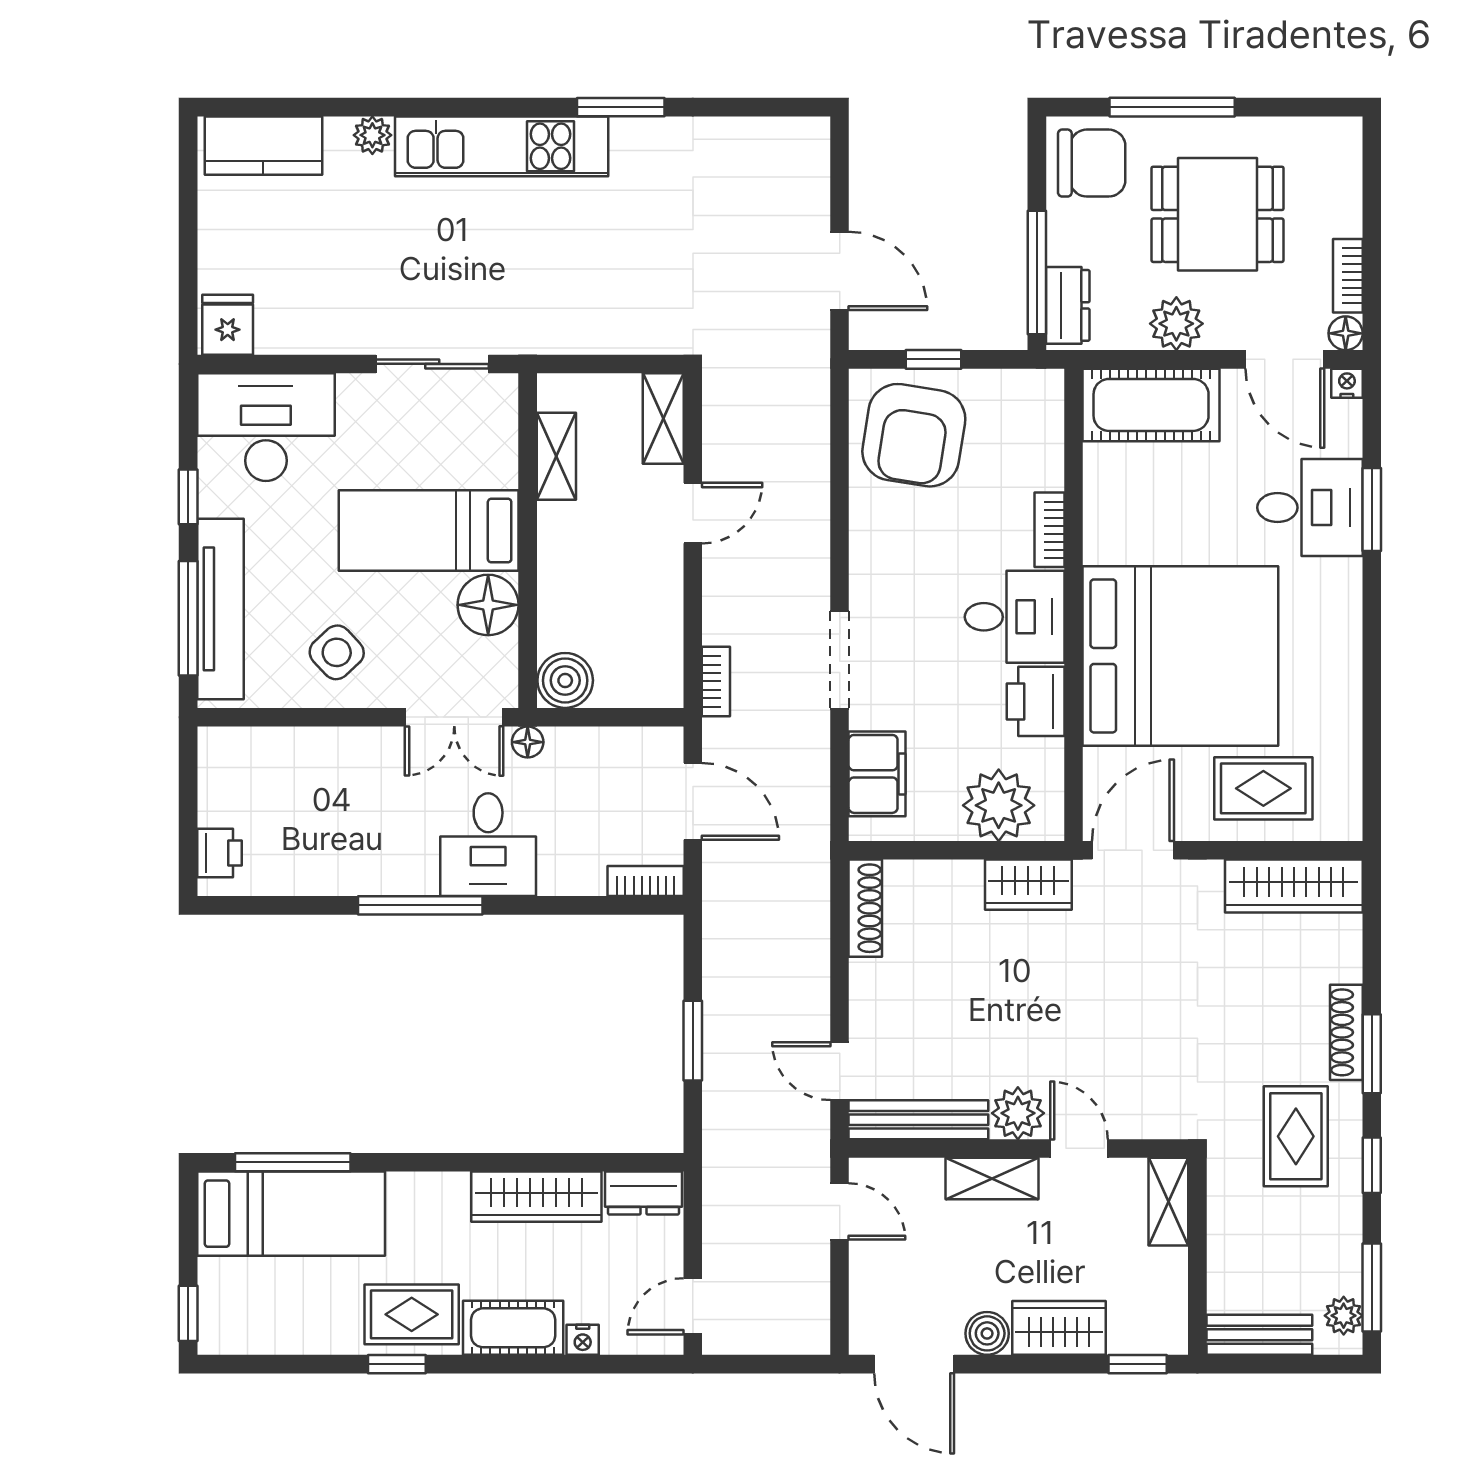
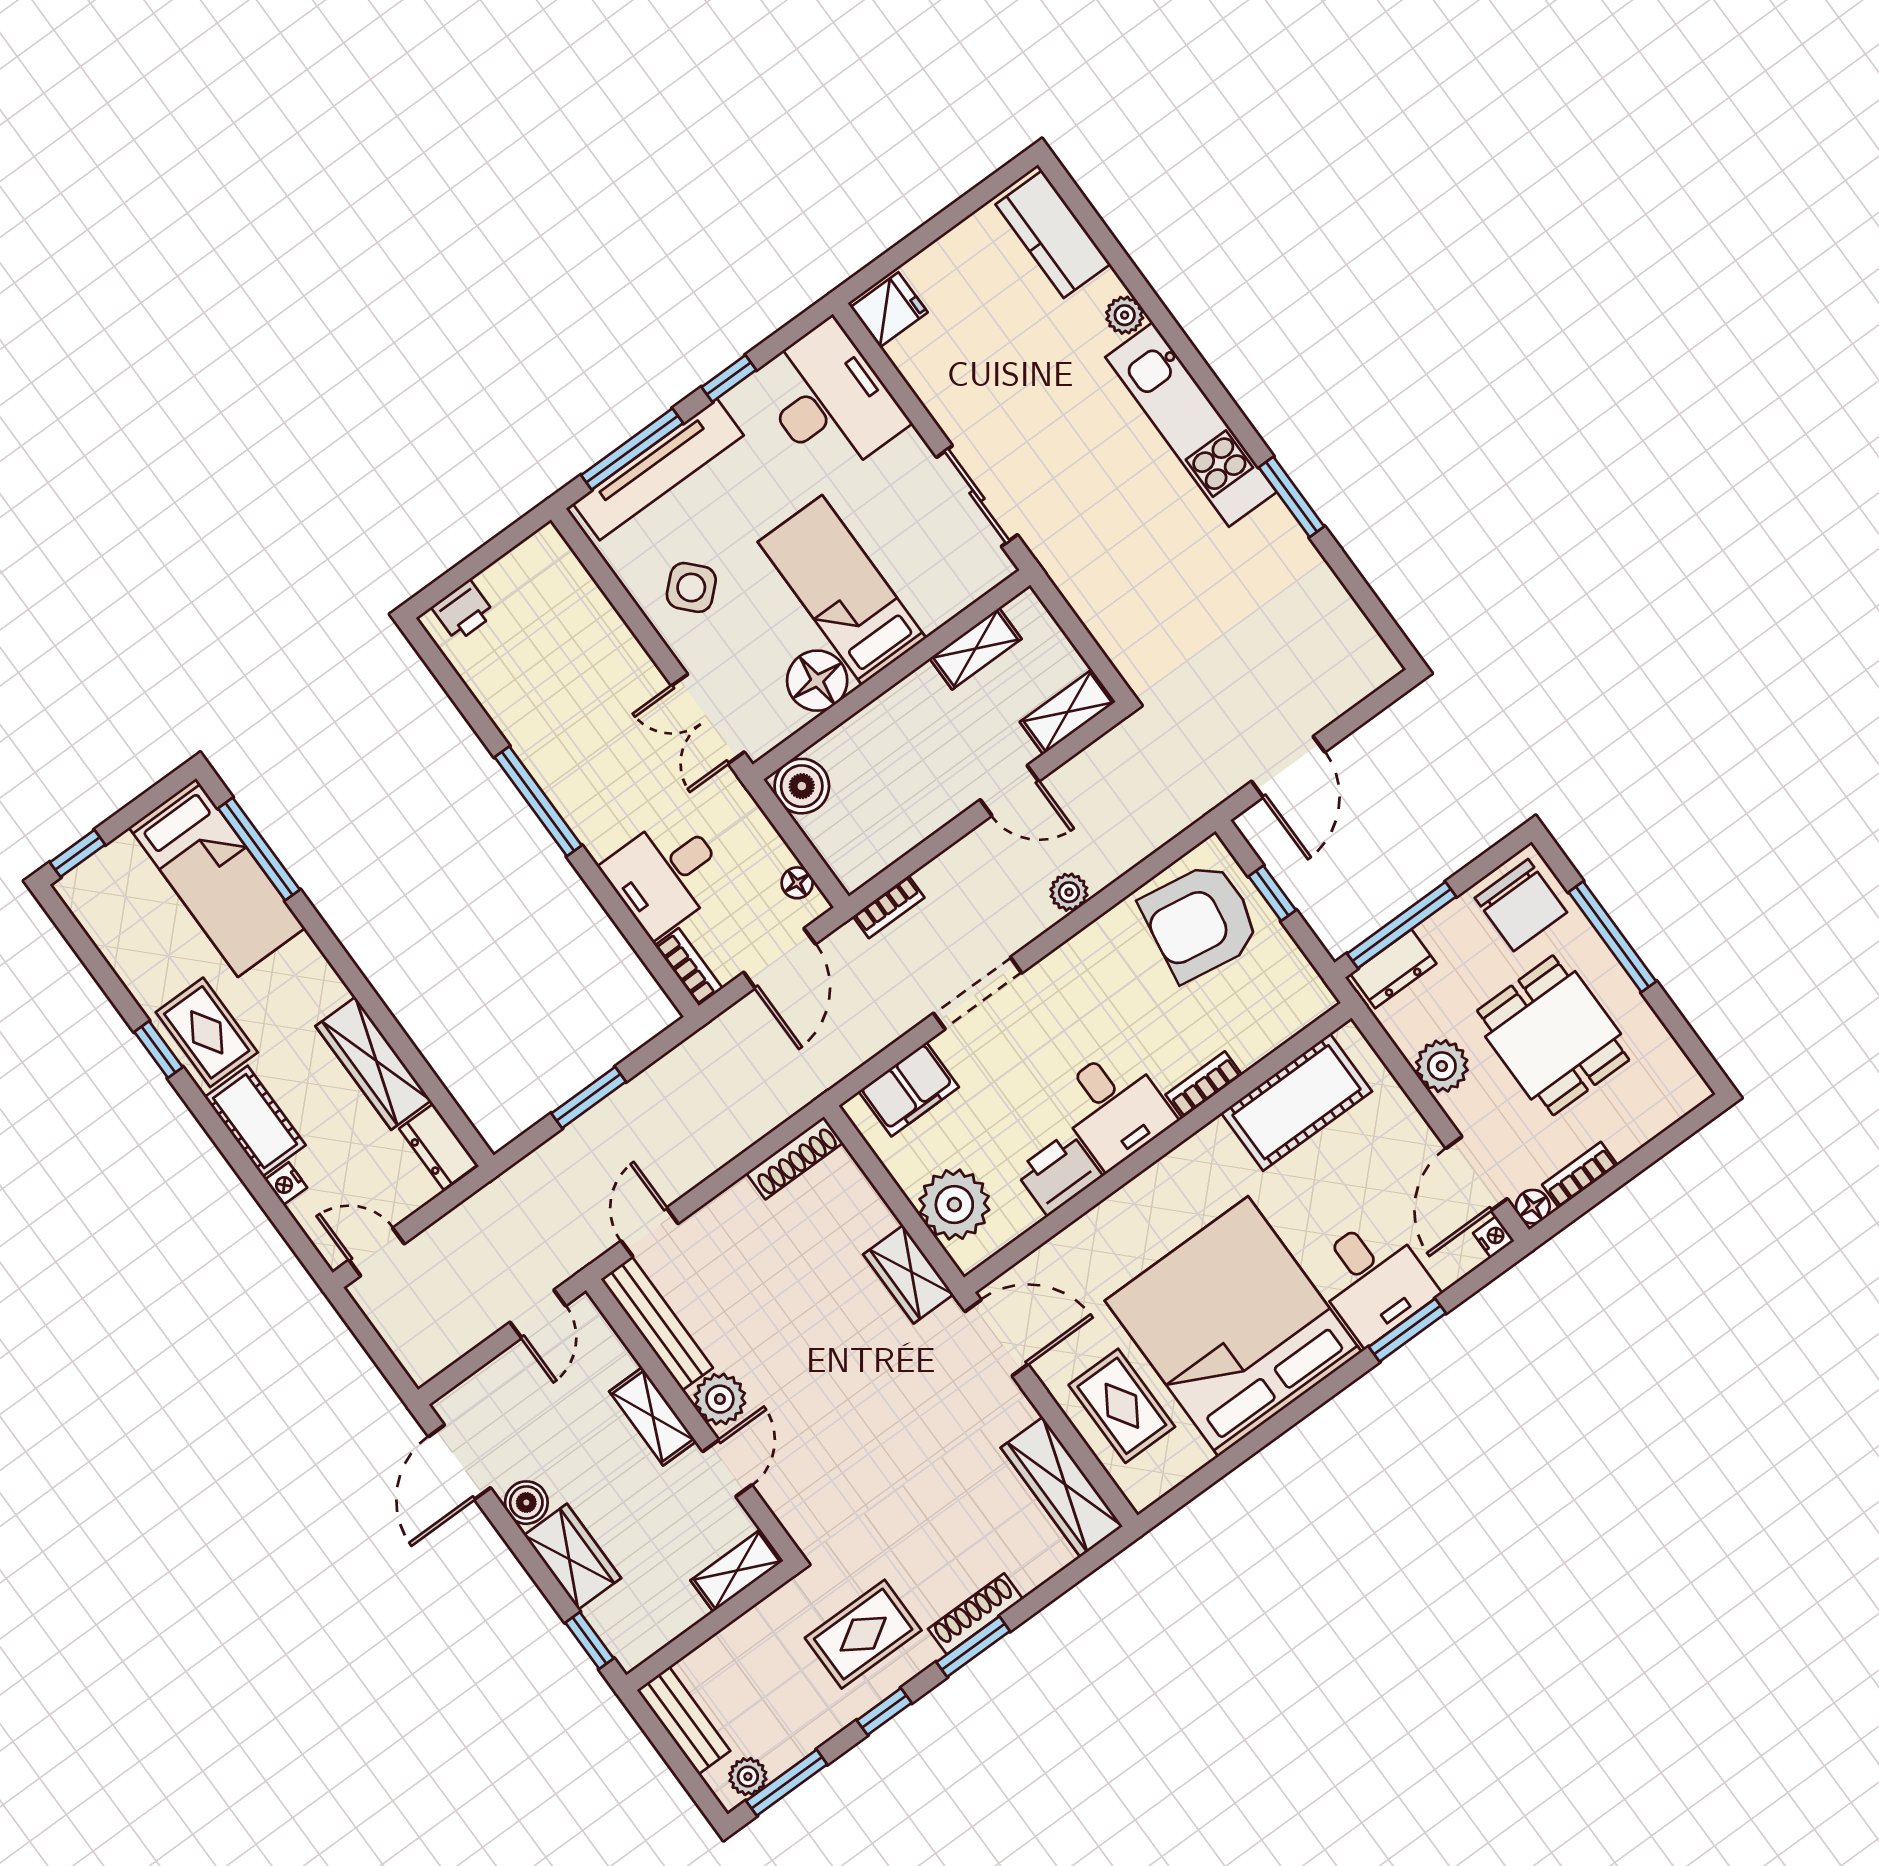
cot: (1151, 405) -> (1296, 1102), moved, turned 90
plant: (811, 525) -> (1069, 892), added
bed: (1180, 656) -> (1233, 1326), moved, turned 180
floor lamp: (528, 742) -> (797, 883), moved
desk: (488, 845) -> (666, 875), moved

